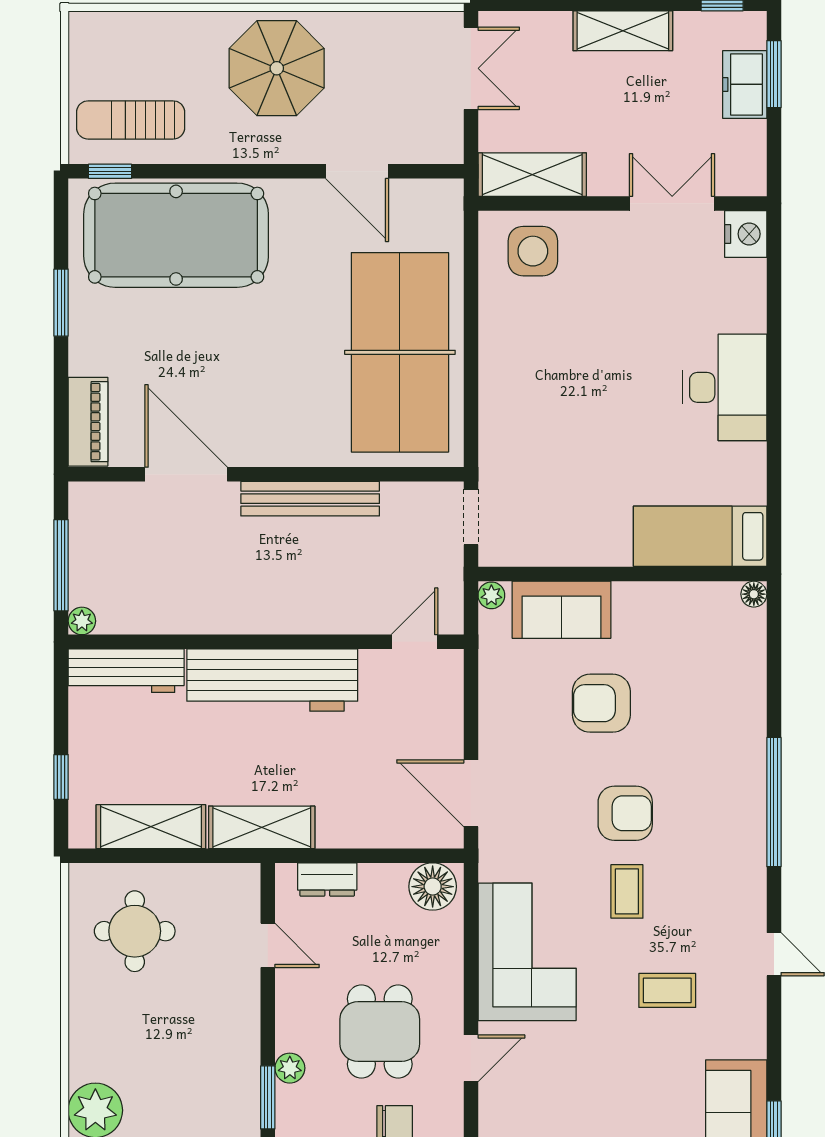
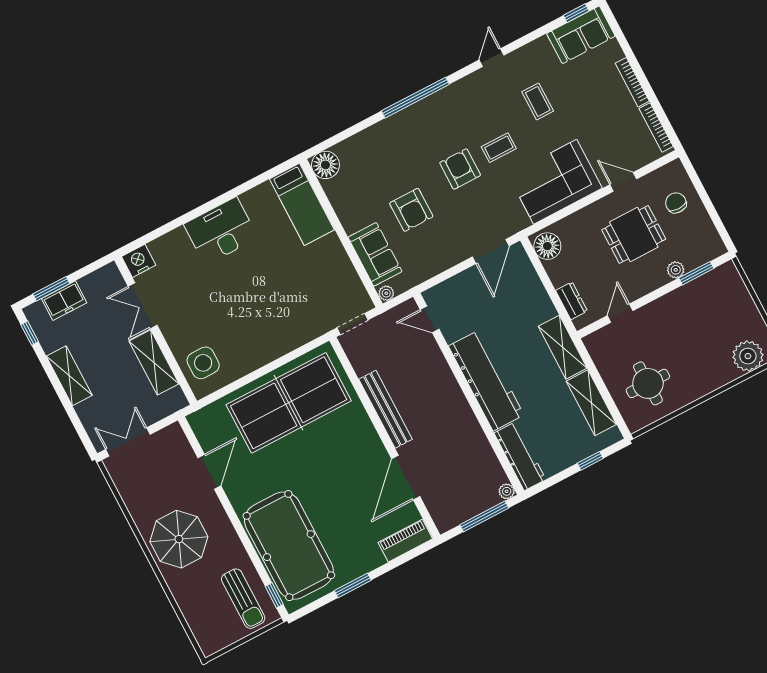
shelving: (532, 175) -> (154, 362), moved
floor lamp: (754, 594) -> (325, 165), width x1.89, depth x1.89

